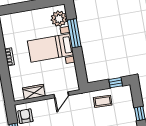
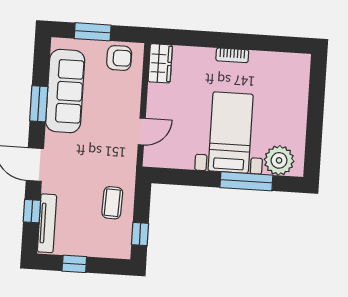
wardrobe: (34, 92) -> (160, 63), moved
door: (61, 95) -> (142, 132), swing flipped

